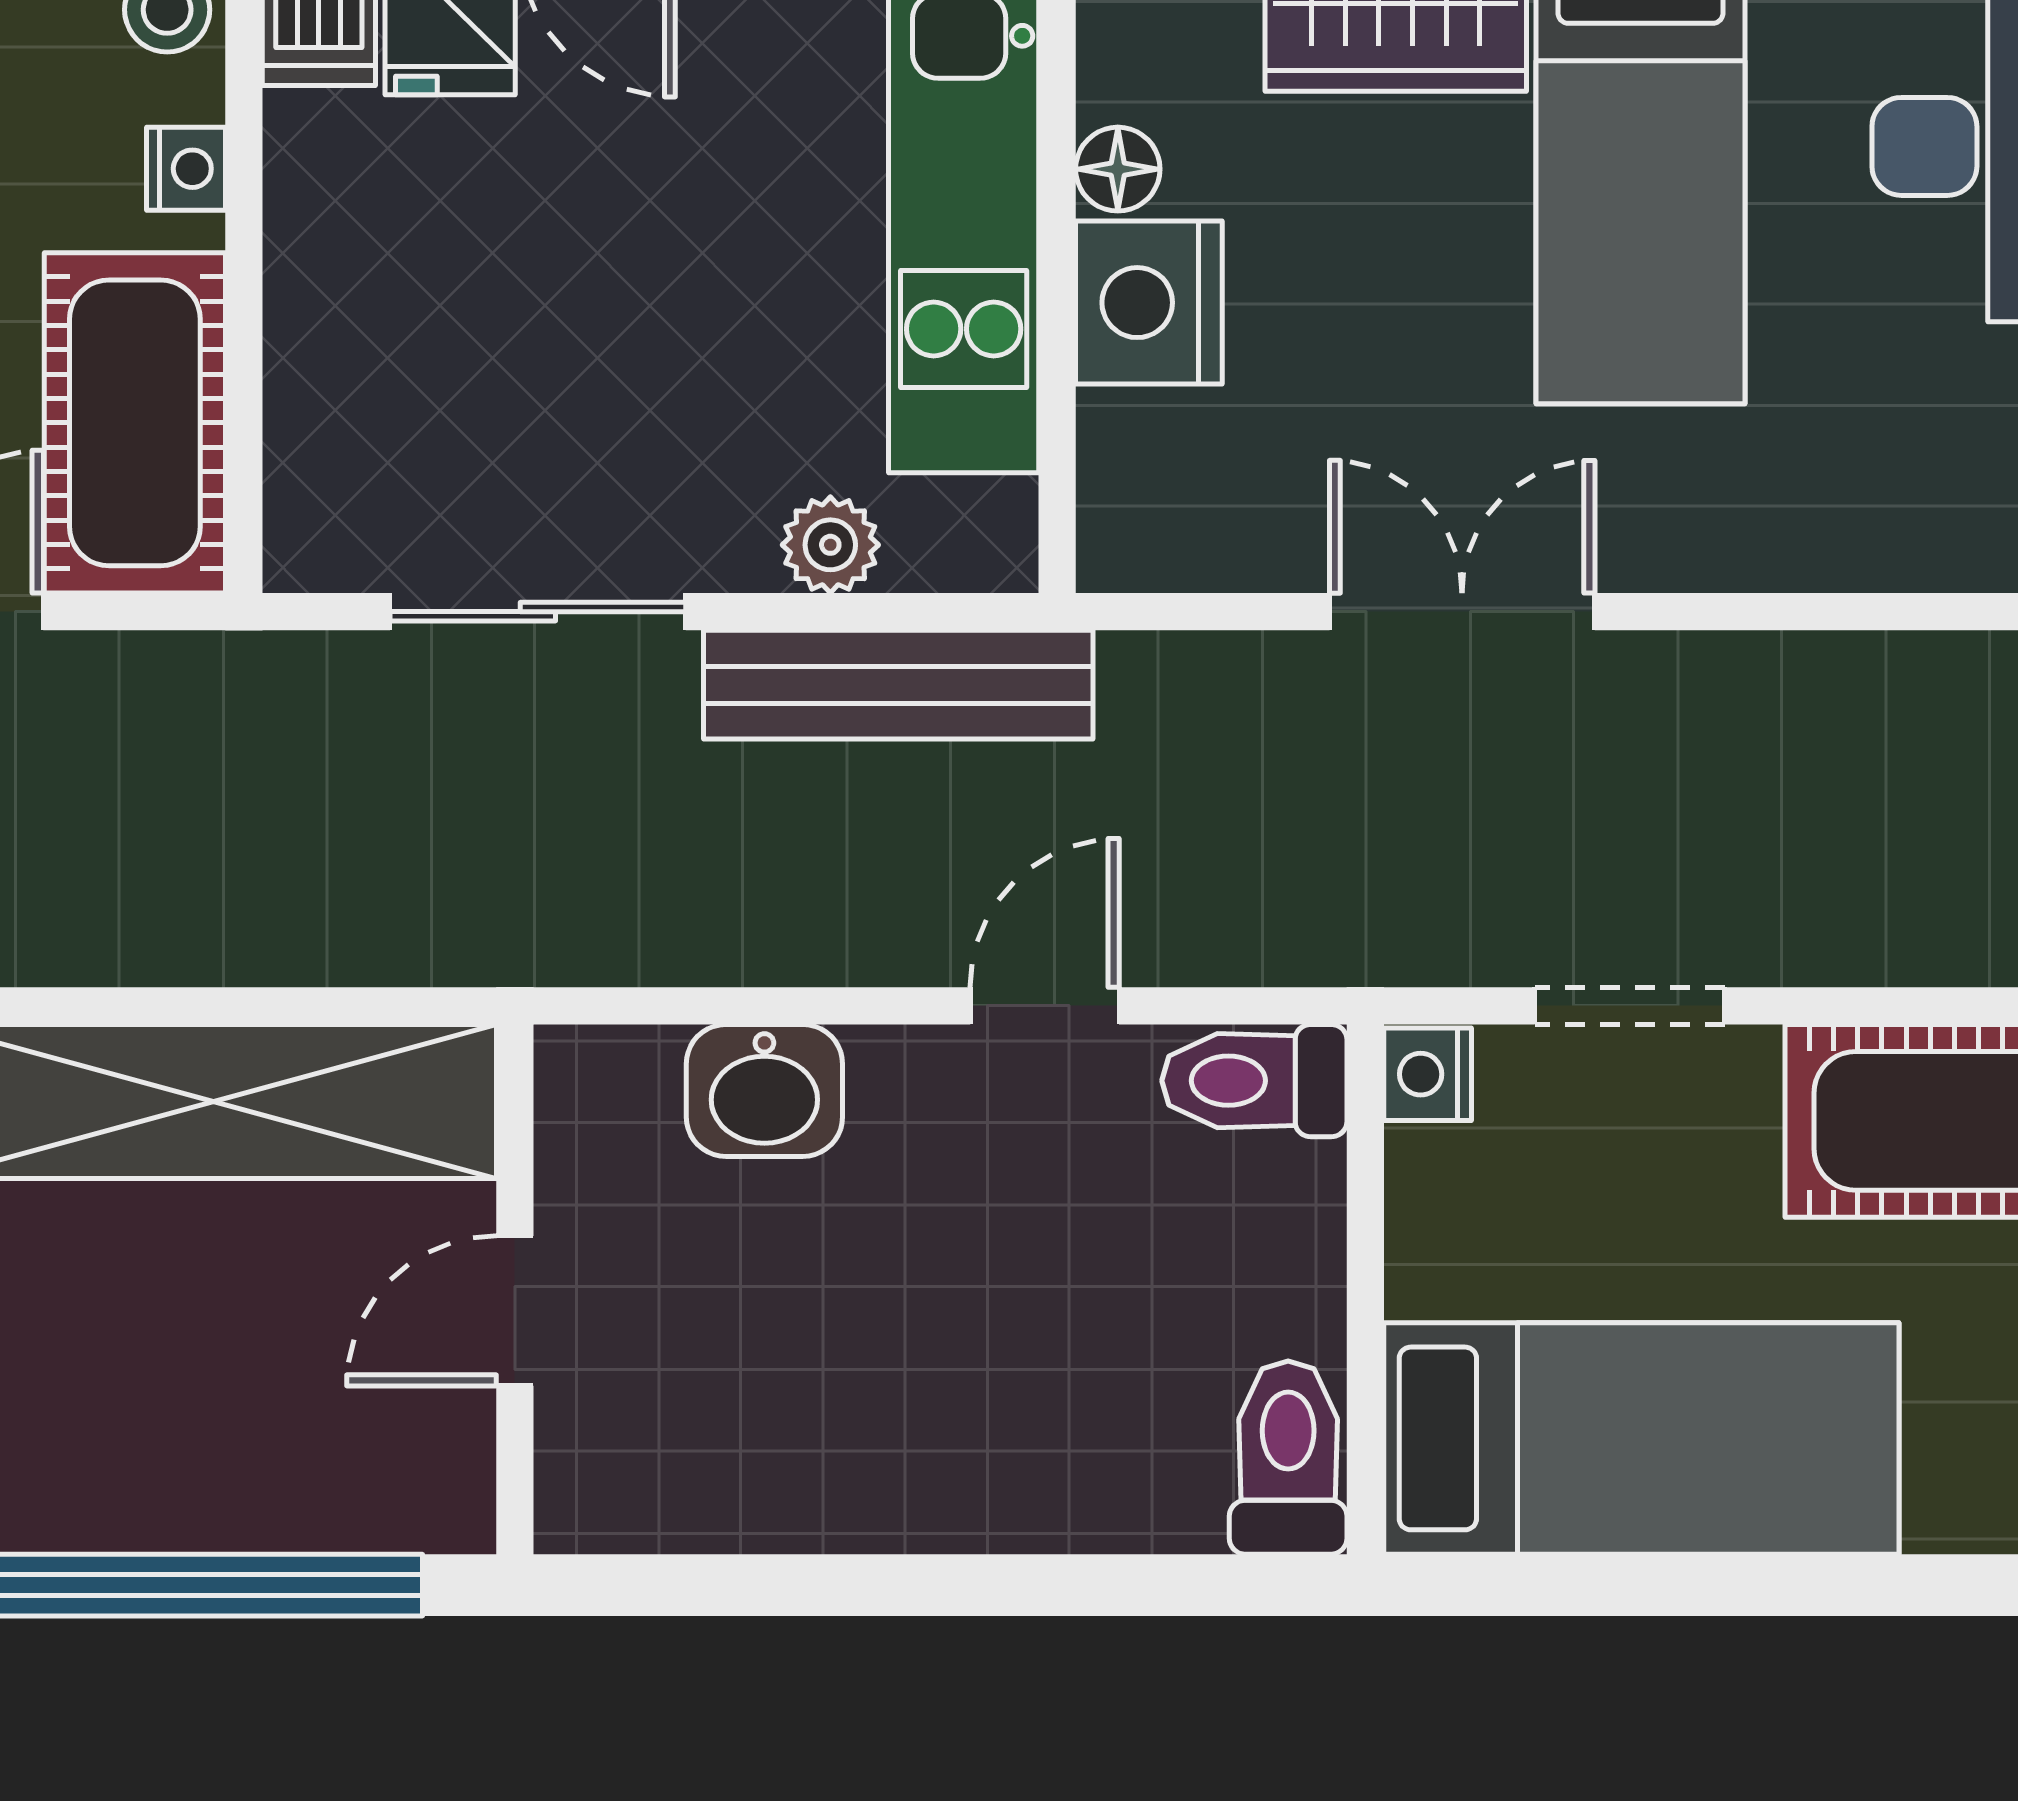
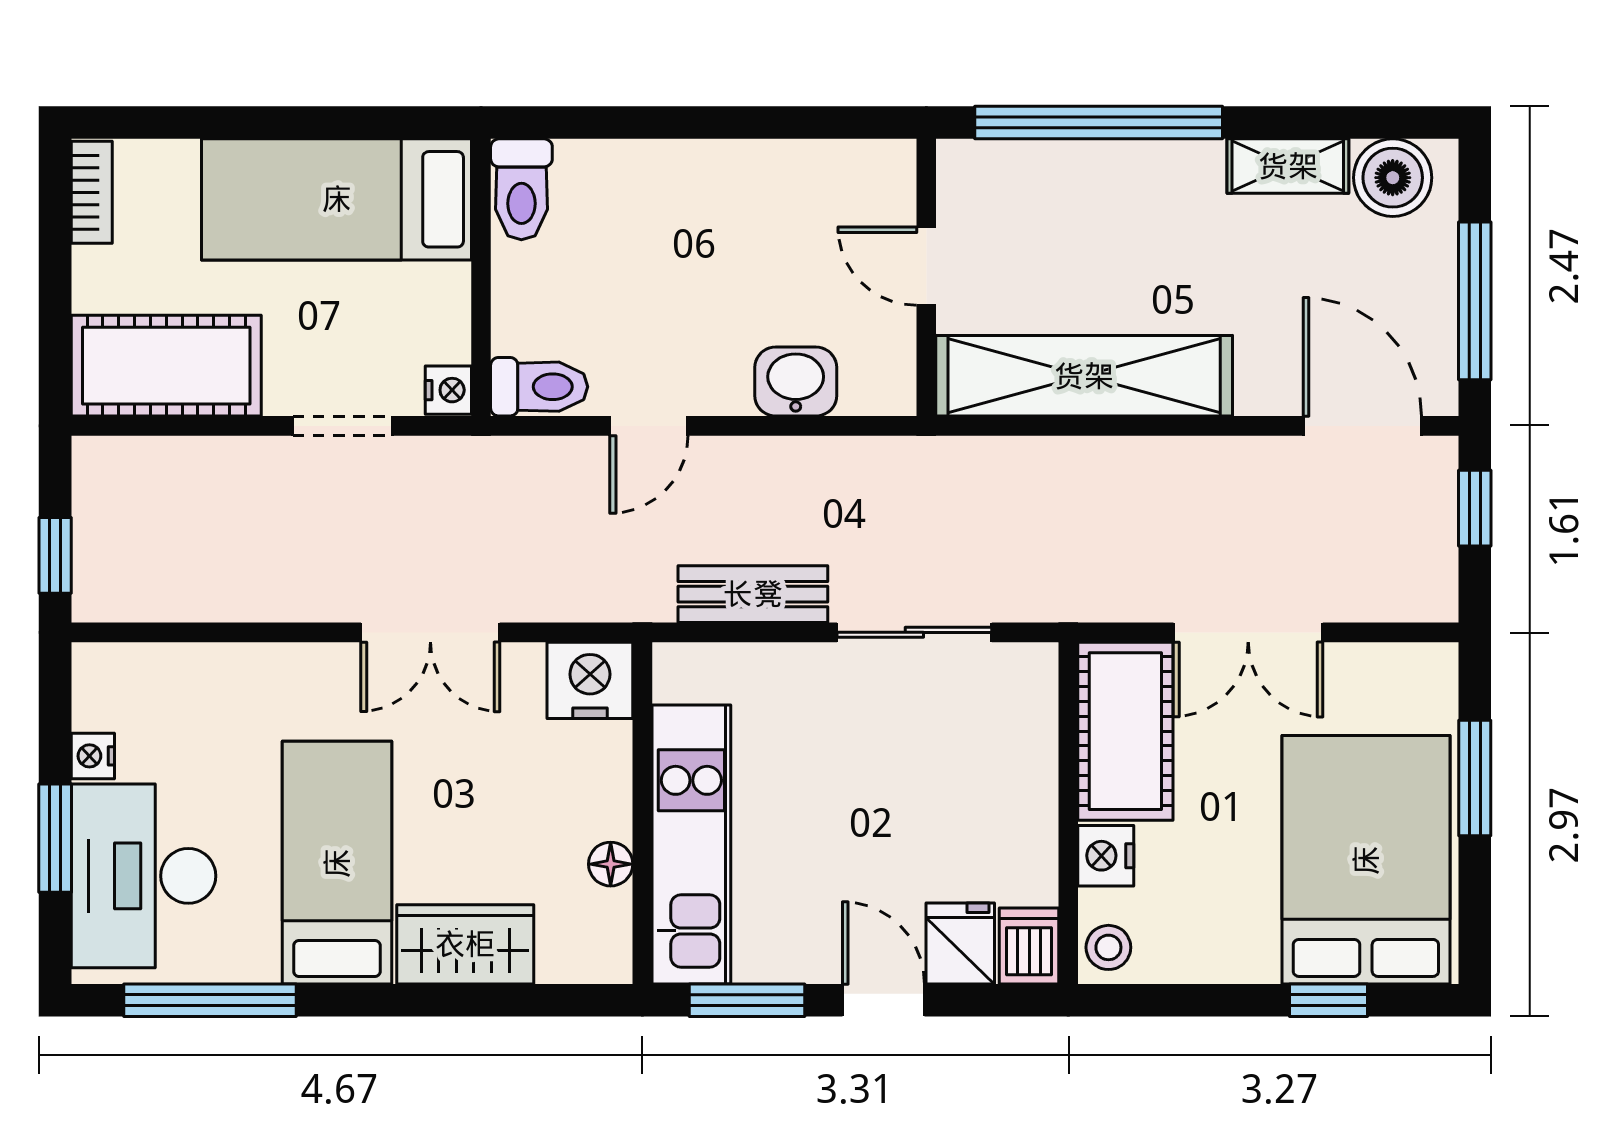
nightstand: (186, 169) -> (1106, 856), width x1.39, depth x1.35
nightstand: (1149, 303) -> (590, 680), moved, turned -90
plant: (830, 545) -> (761, 667), removed
bench: (898, 685) -> (753, 594), width x0.73
door: (515, 1311) -> (926, 266), swing flipped

